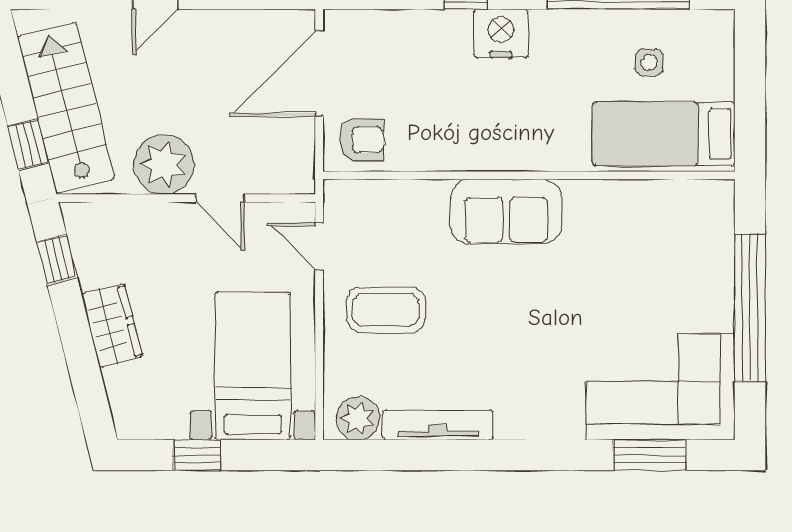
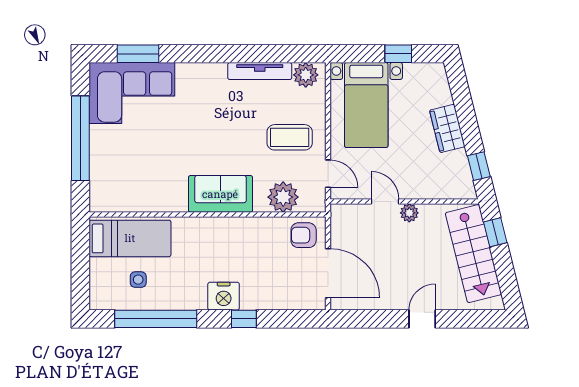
door: (319, 73) -> (328, 273), hinge flipped
plant: (164, 164) -> (409, 213), width x0.53, depth x0.53
plant: (397, 206) -> (283, 197), added

